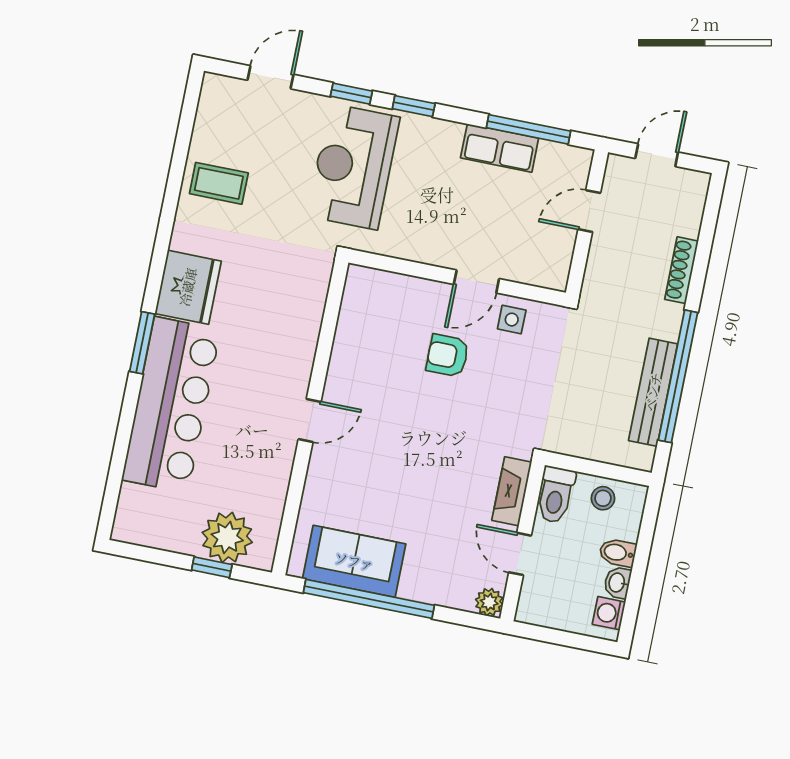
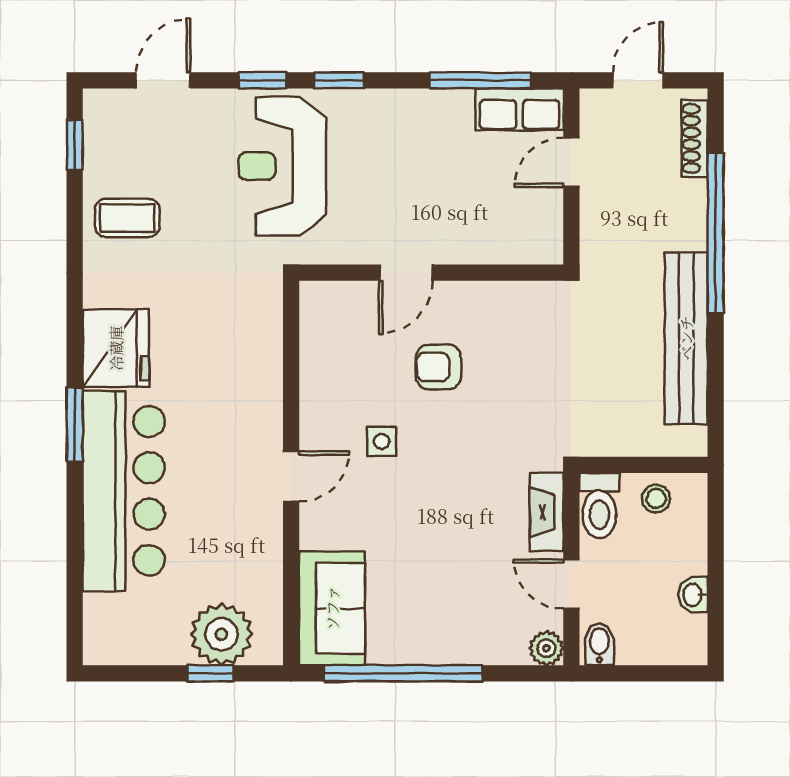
window: (188, 115) -> (75, 145), added
row of seats: (500, 148) -> (520, 109), moved
shoe rack: (681, 270) -> (695, 138), moved
door: (476, 282) -> (406, 273), moved
side table: (512, 320) -> (382, 441), moved
window: (678, 376) -> (716, 233), moved
bench: (653, 392) -> (686, 338), width x1.37, depth x1.21
bidet: (618, 553) -> (599, 644), moved, turned 90
sofa: (354, 561) -> (332, 608), moved, turned 90
washing machine: (609, 613) -> (691, 633), removed

